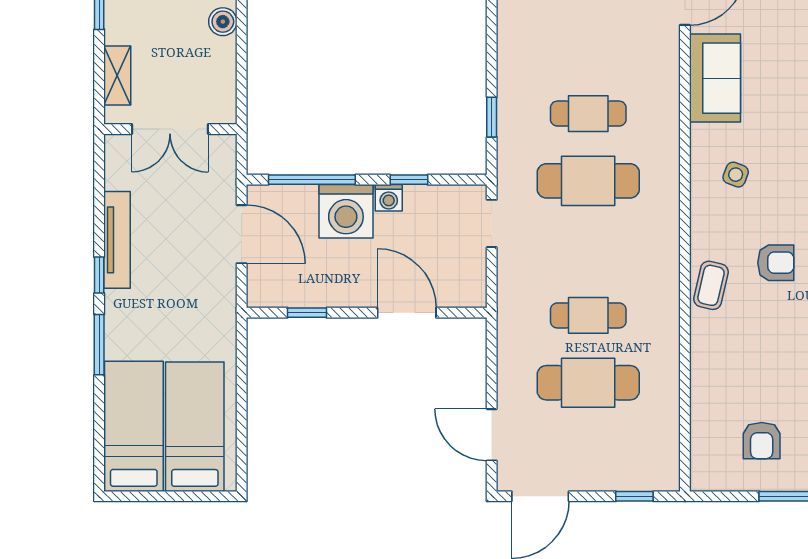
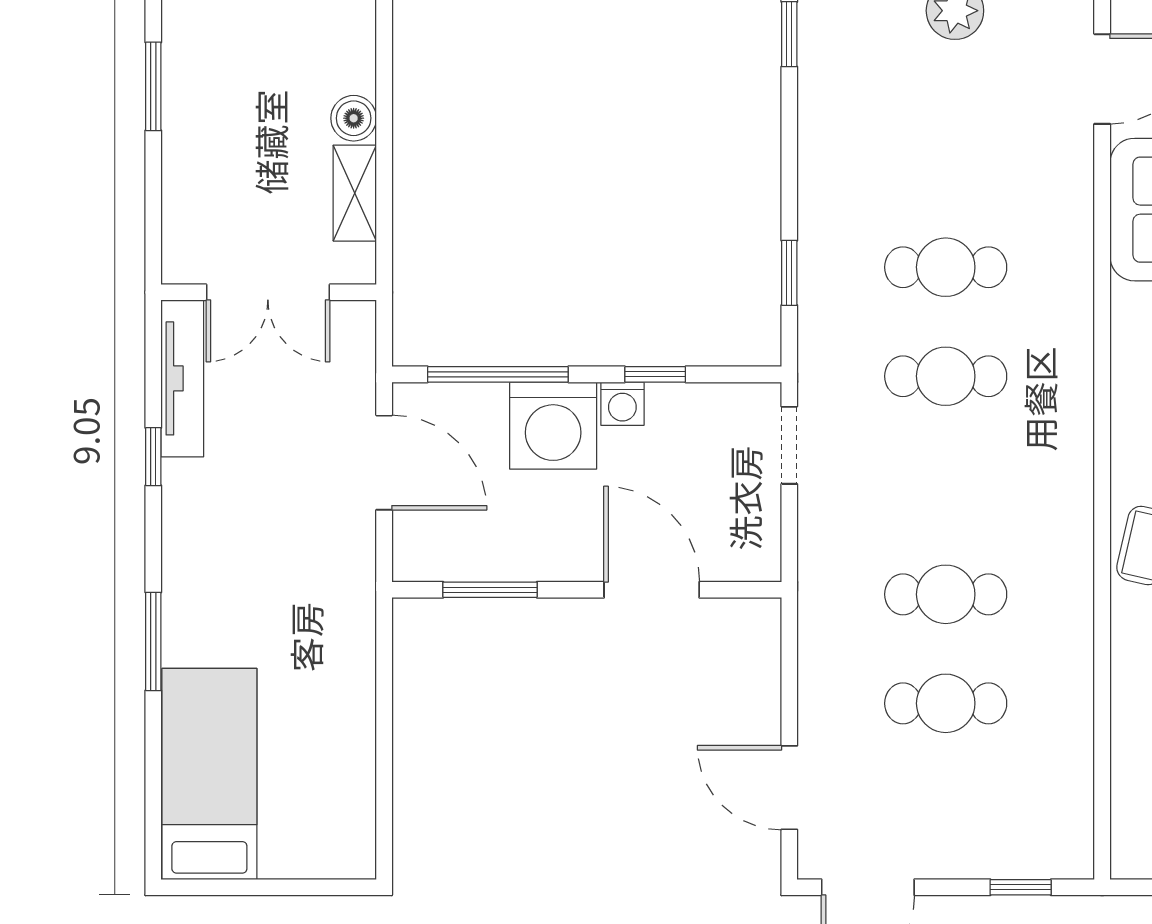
shelving: (117, 76) -> (355, 193), moved
cafe table: (588, 181) -> (946, 376), width x0.73, depth x0.74
tv unit: (117, 240) -> (182, 378), moved
window: (99, 275) -> (153, 457), moved
window: (307, 313) -> (490, 590), width x1.50
cafe table: (588, 383) -> (946, 703), width x0.73, depth x0.74
bed: (195, 427) -> (308, 775), removed

